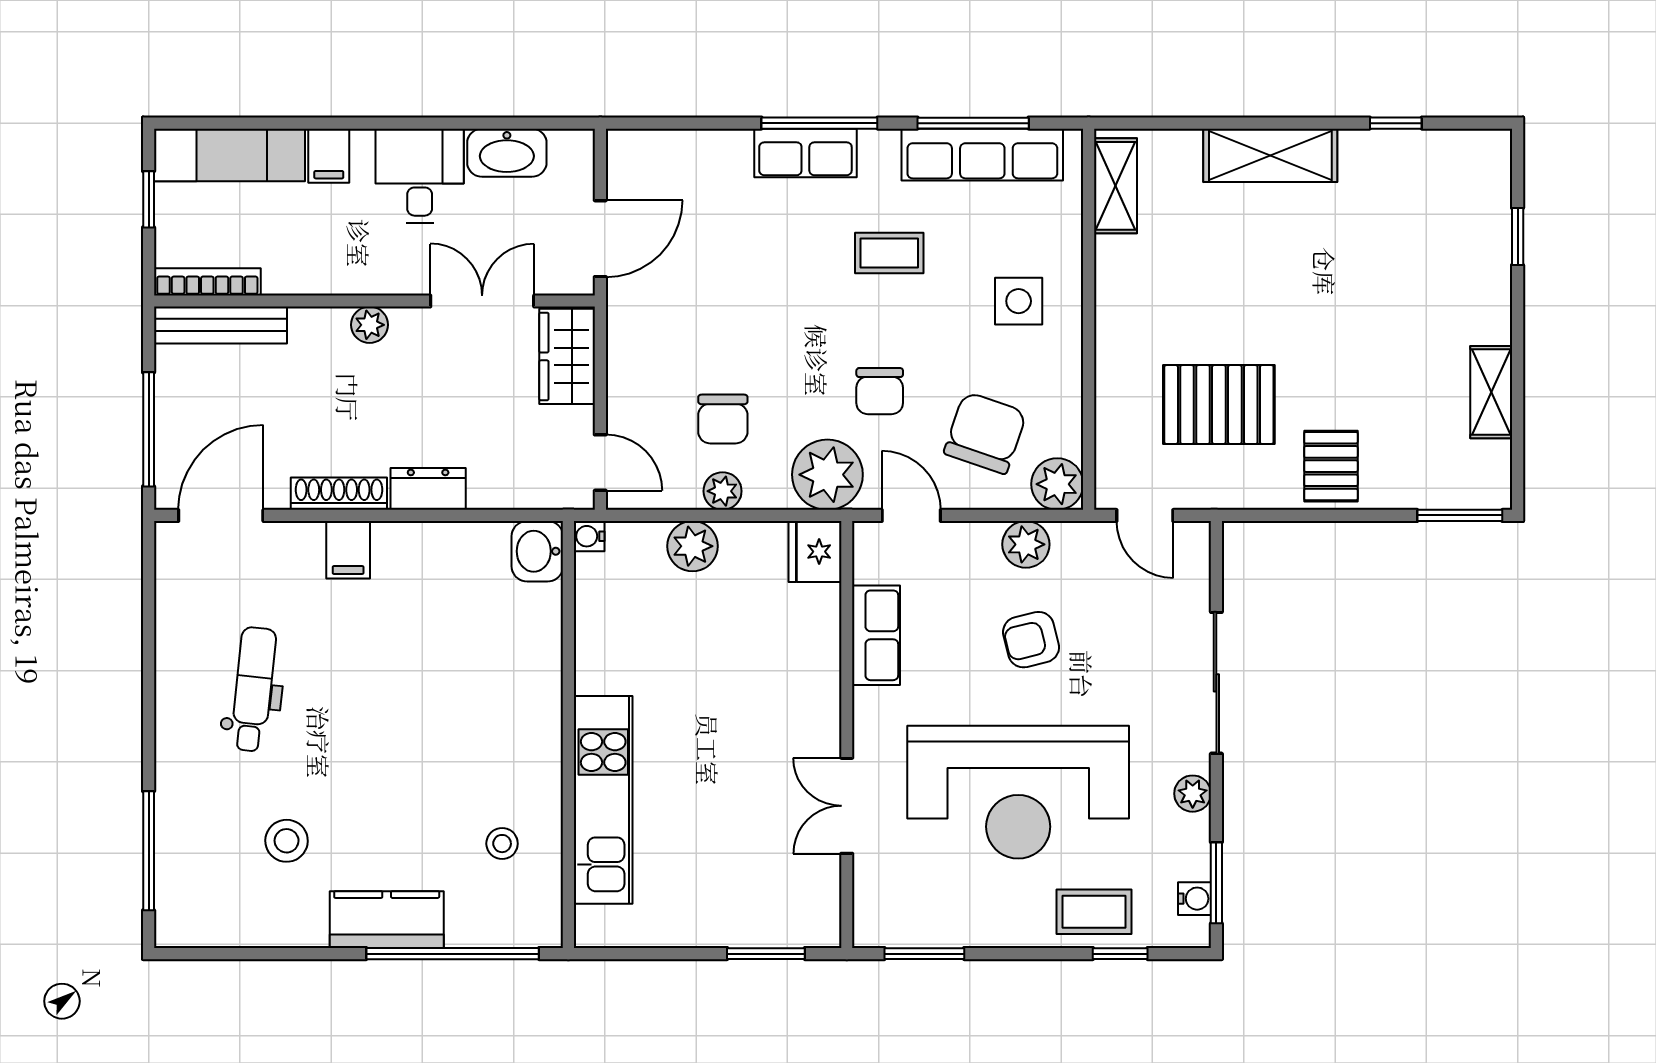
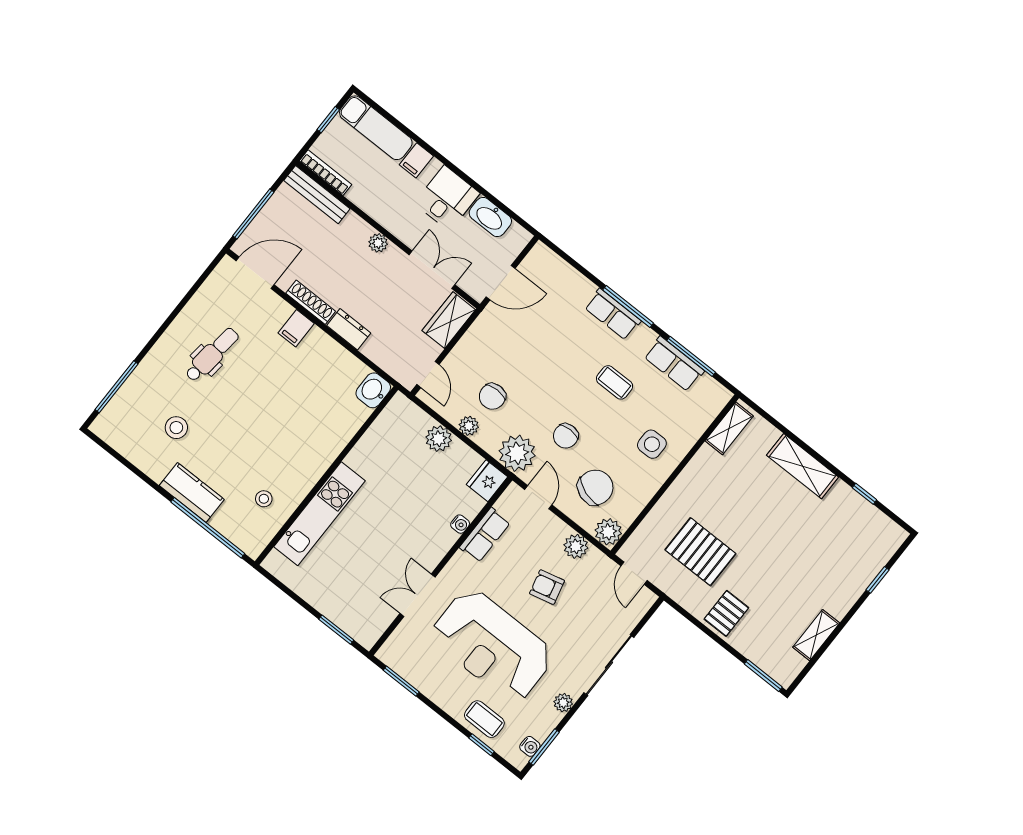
row of seats: (982, 155) -> (674, 364), width x0.68
water cooler: (589, 536) -> (460, 524), moved, turned 180

